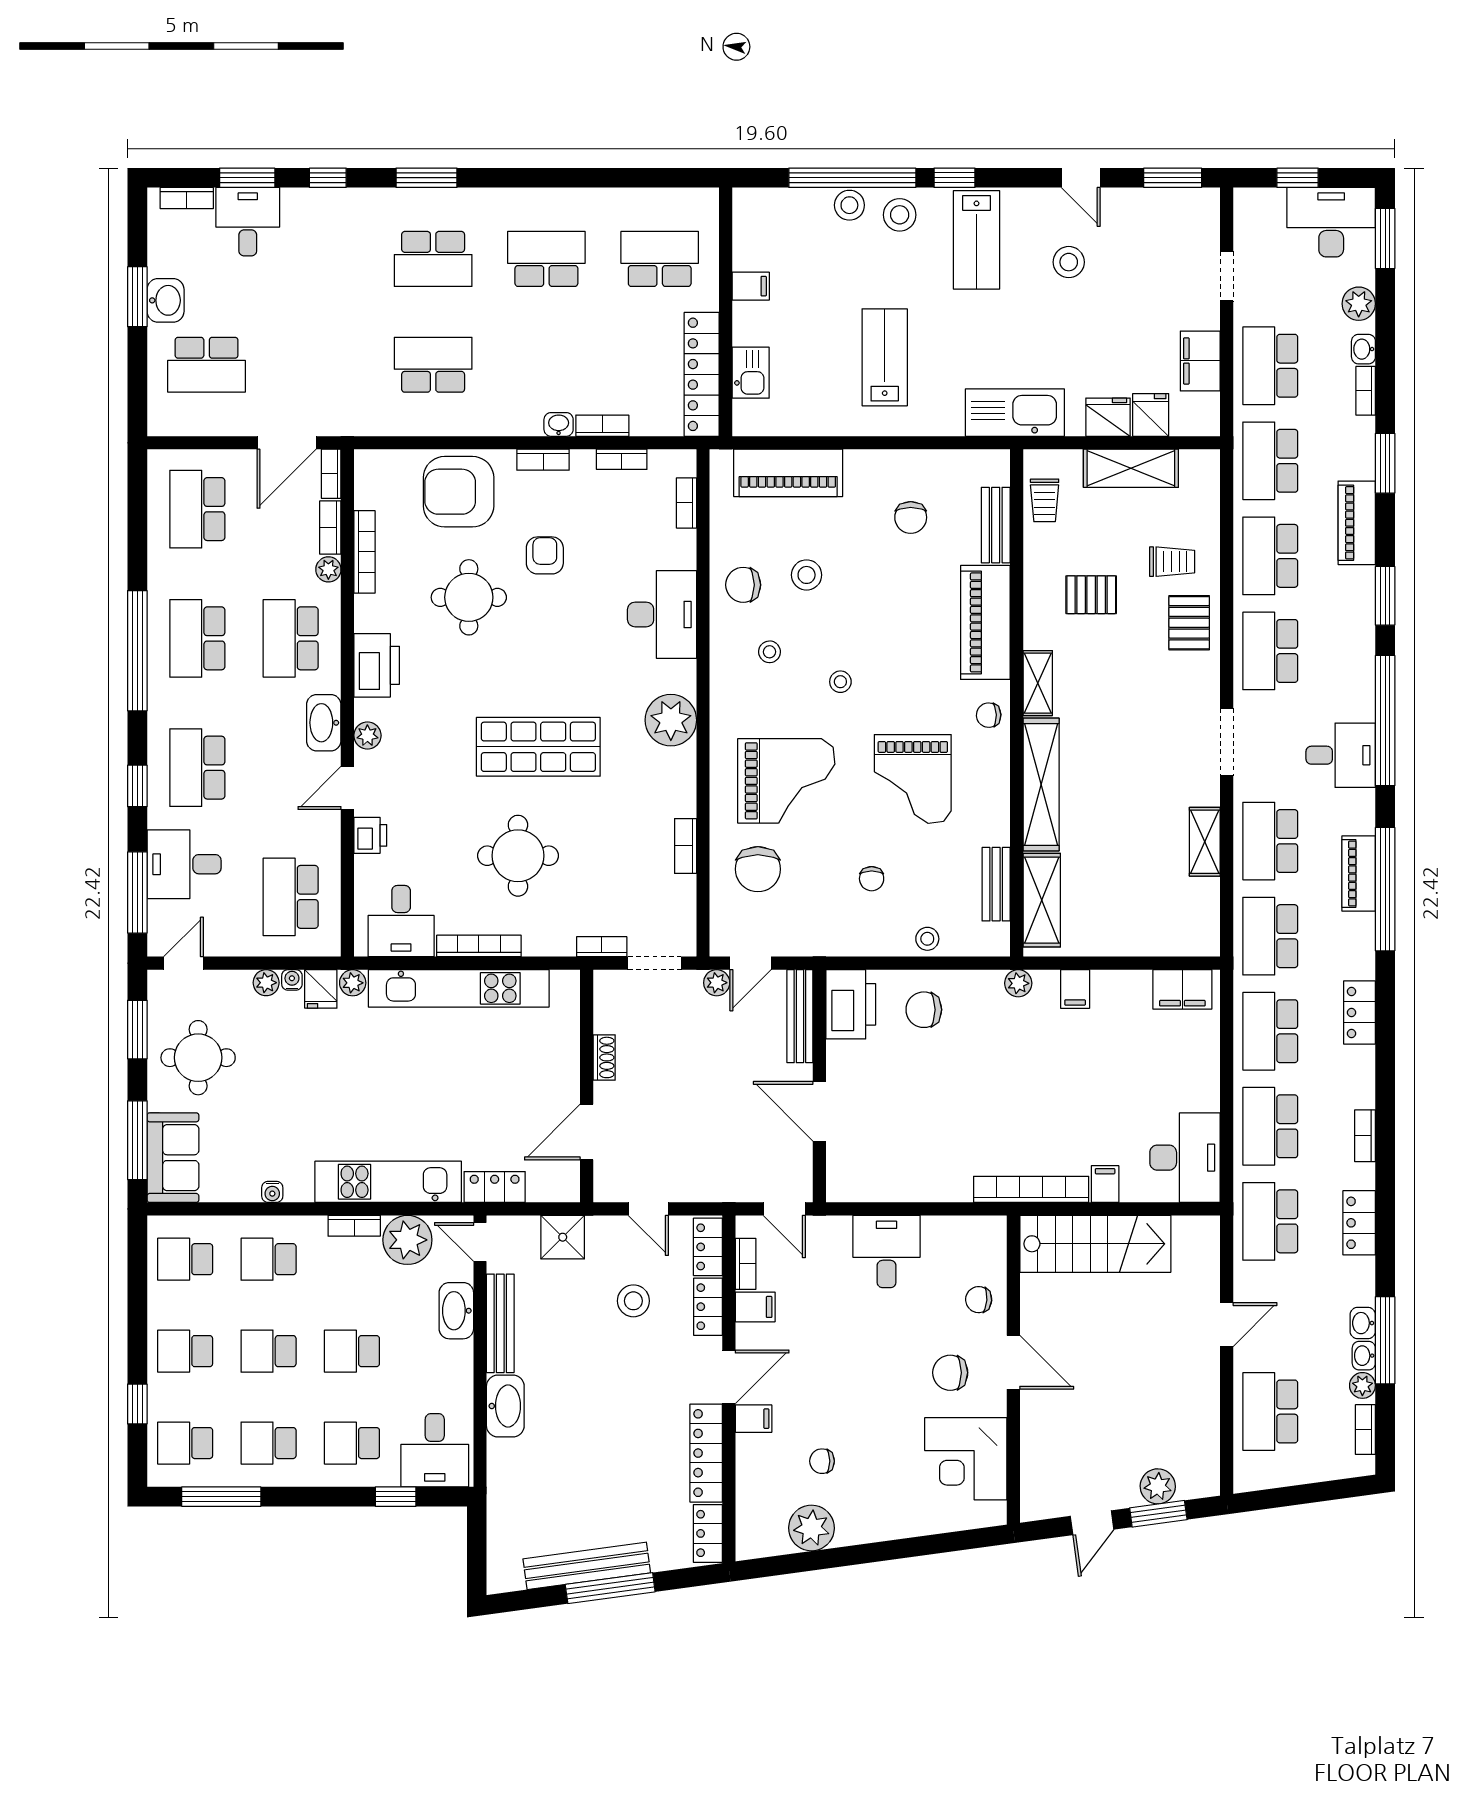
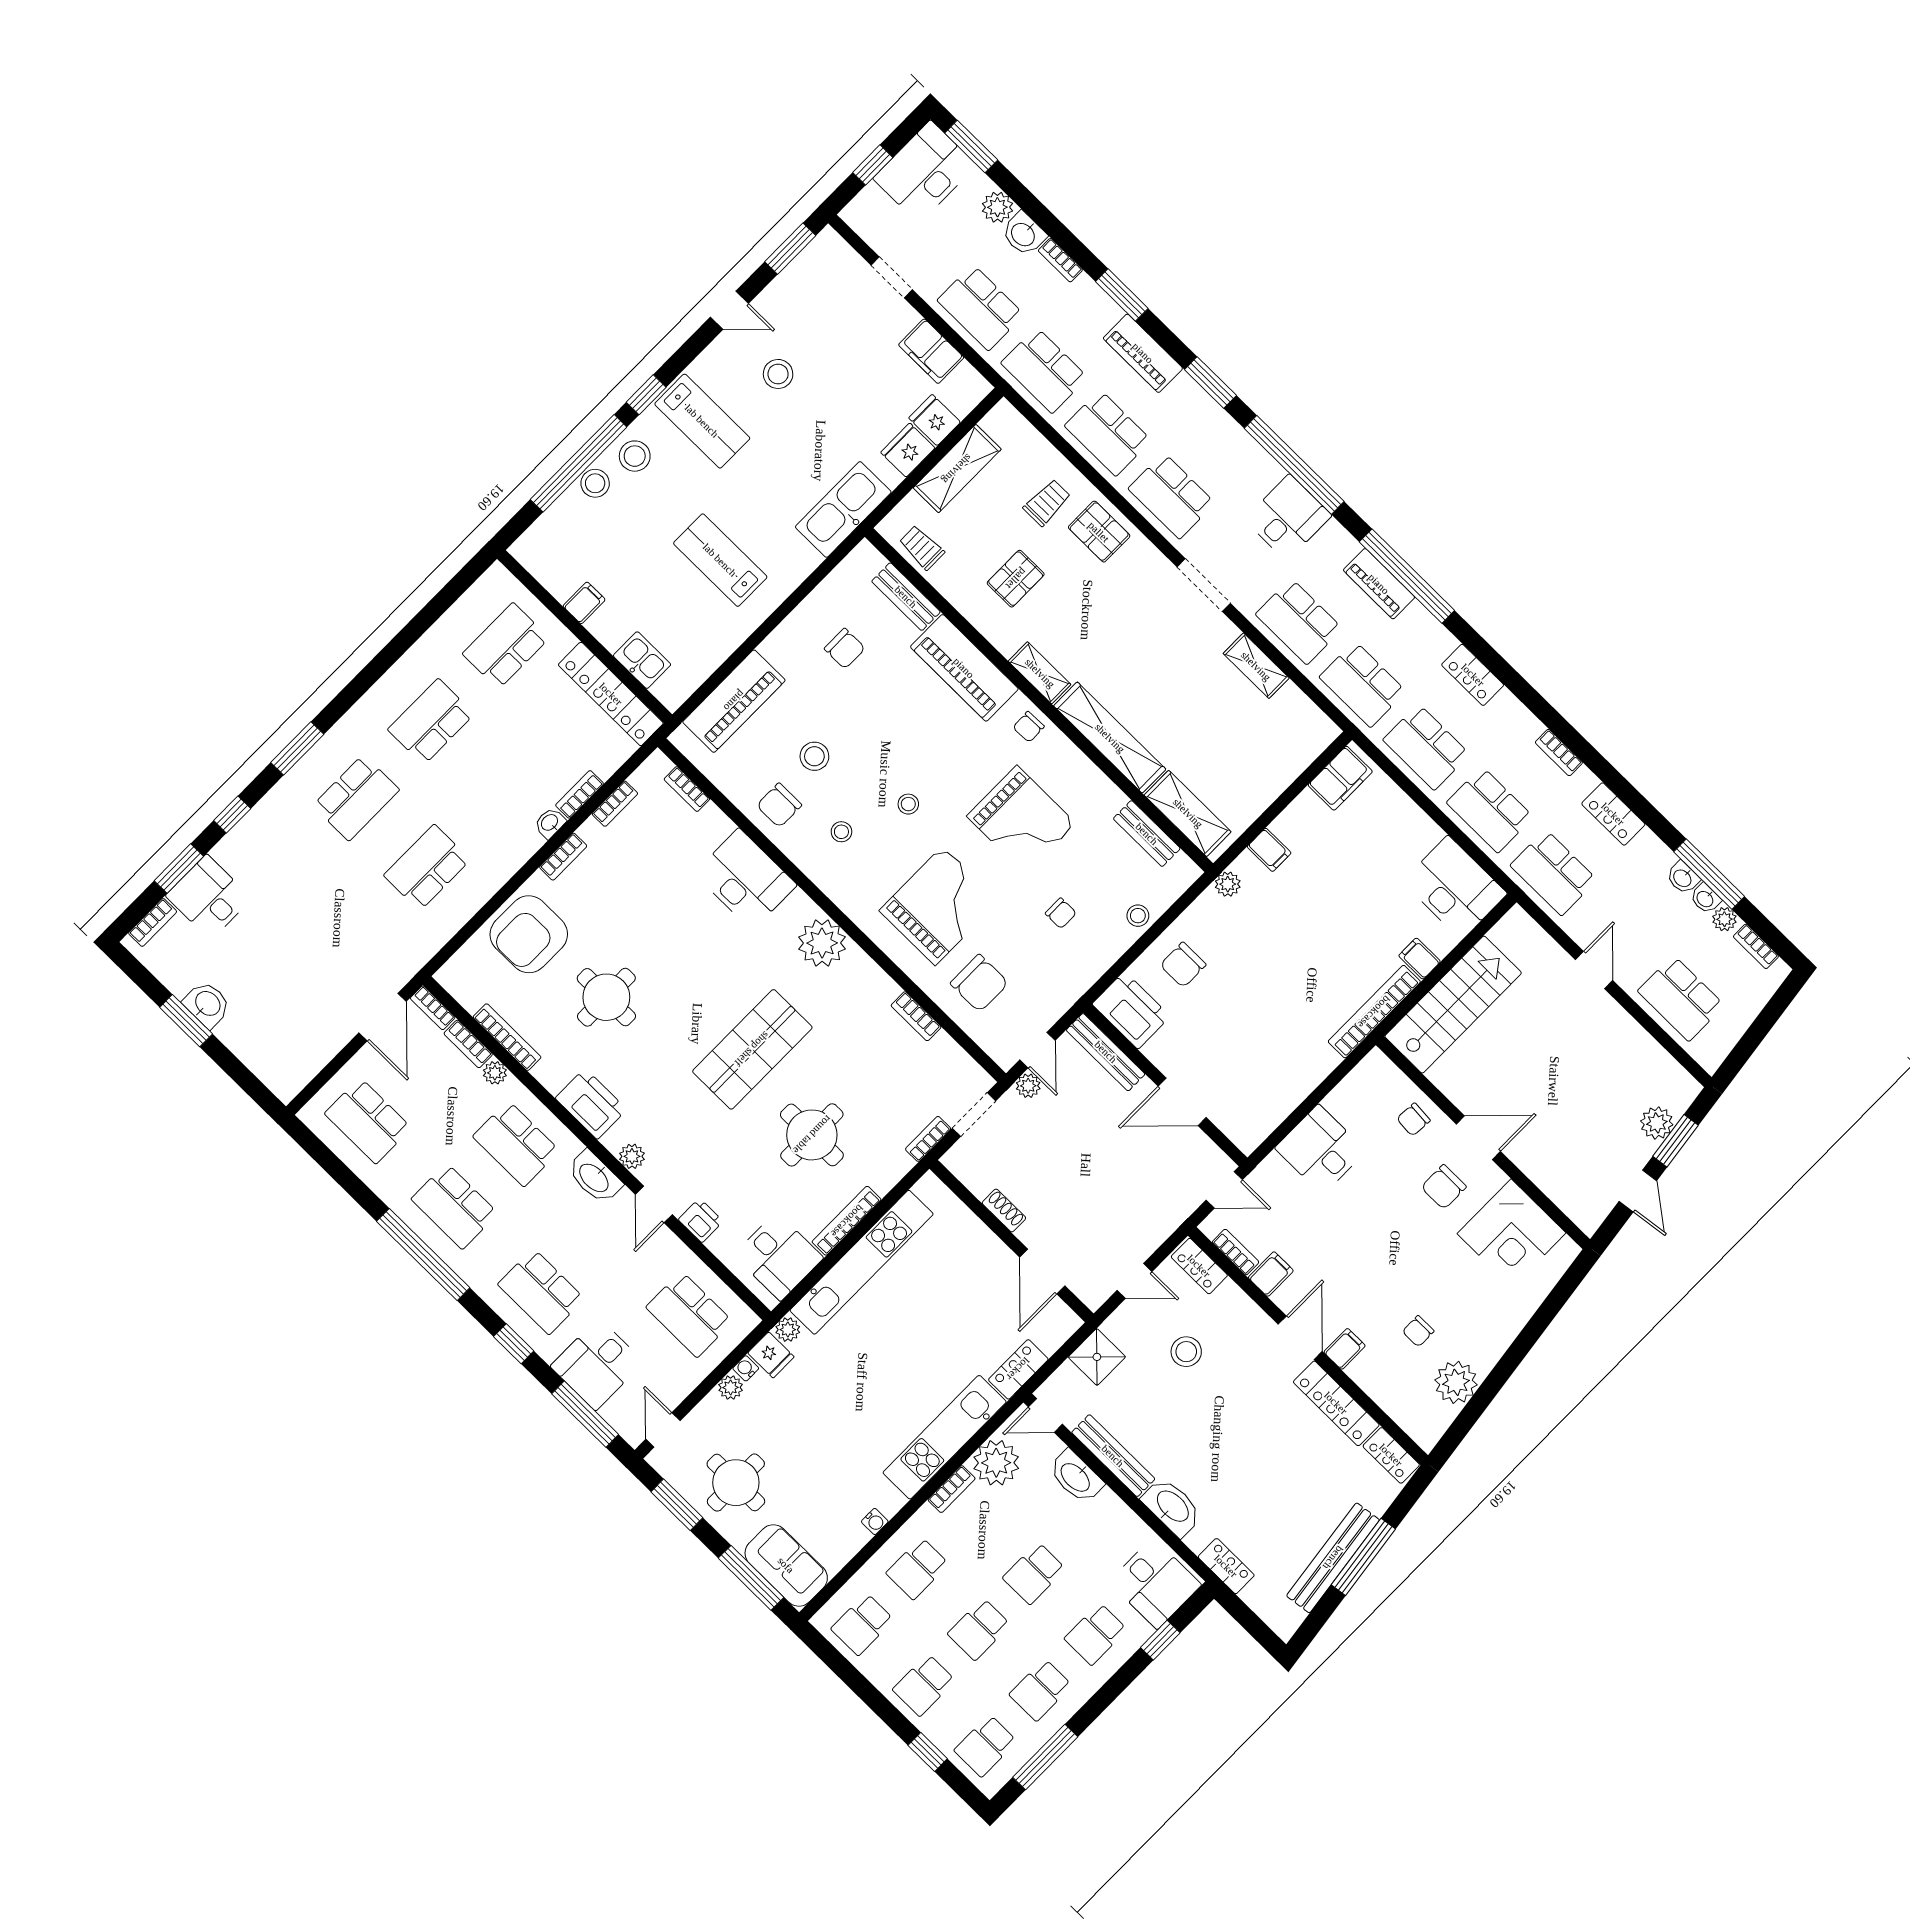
washbasin: (1363, 349) -> (1024, 234), width x1.38, depth x1.45
school desk: (207, 365) -> (277, 1019), removed
trolley: (1045, 500) -> (922, 548), turned 180
armchair: (545, 555) -> (628, 919), removed
locker: (708, 1307) -> (1226, 1566), moved, turned 180

